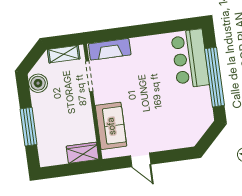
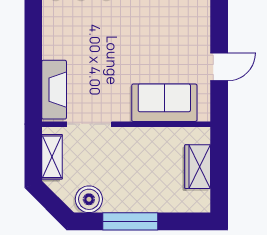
window: (29, 127) -> (130, 221), moved
wardrobe: (83, 153) -> (198, 167), moved

